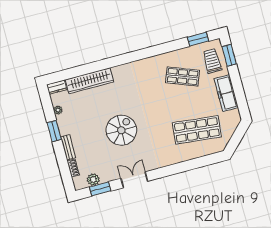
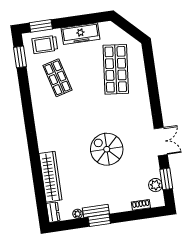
shop shelf: (183, 76) -> (57, 78), turned -36
bench: (68, 147) -> (96, 211), moved
double door: (134, 180) -> (161, 142), swing flipped

